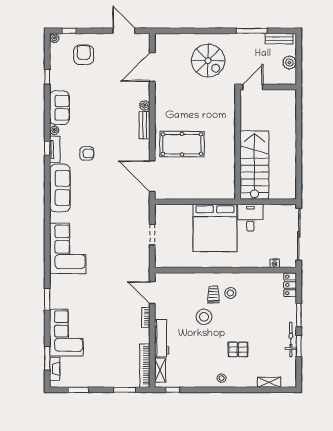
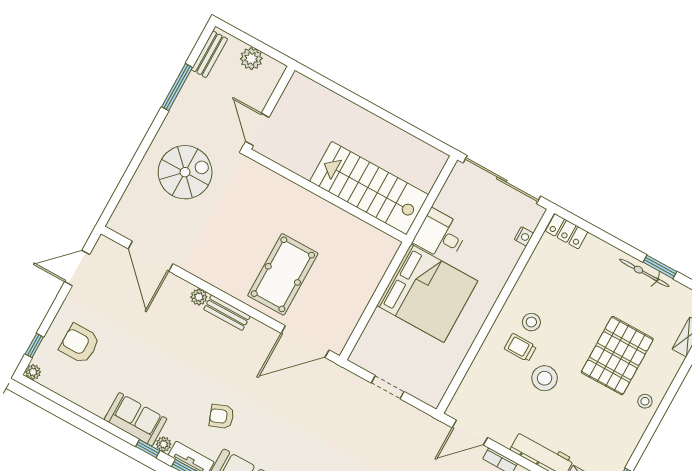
window: (47, 77) -> (148, 449), moved
armchair: (87, 153) -> (222, 416), turned -111
window: (299, 315) -> (616, 243), removed
pallet: (238, 349) -> (617, 356), width x2.05, depth x2.00

